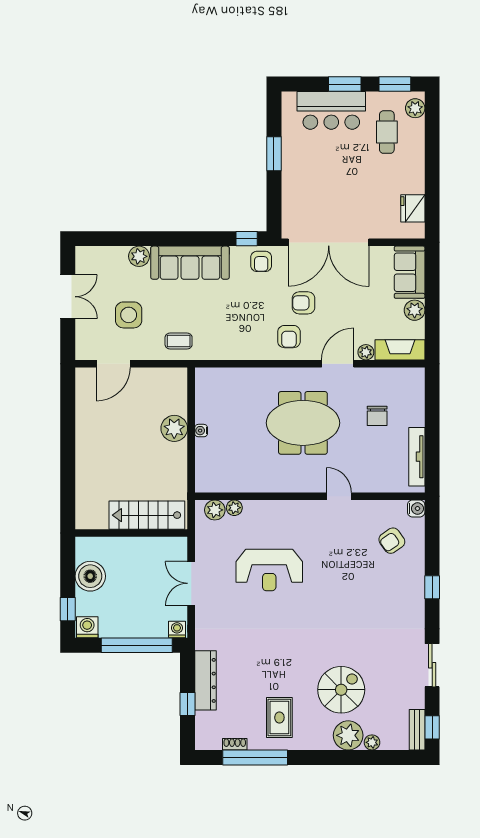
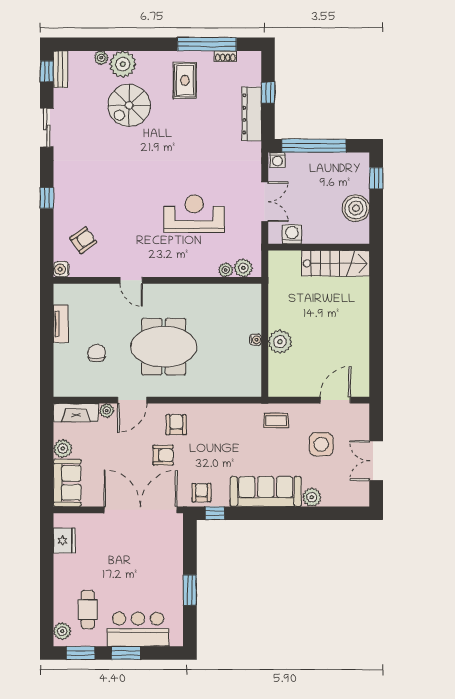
tv unit: (417, 457) -> (61, 324), width x0.71
stairs: (147, 515) -> (335, 263), moved
washing machine: (87, 627) -> (292, 234), moved, turned 180

